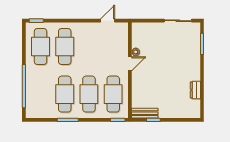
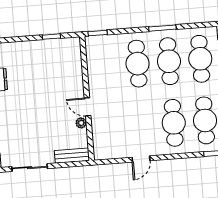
door: (108, 21) -> (141, 159), moved
door: (130, 64) -> (88, 107), hinge flipped
cafe table: (113, 94) -> (200, 59), moved
bench: (145, 113) -> (72, 156), moved

